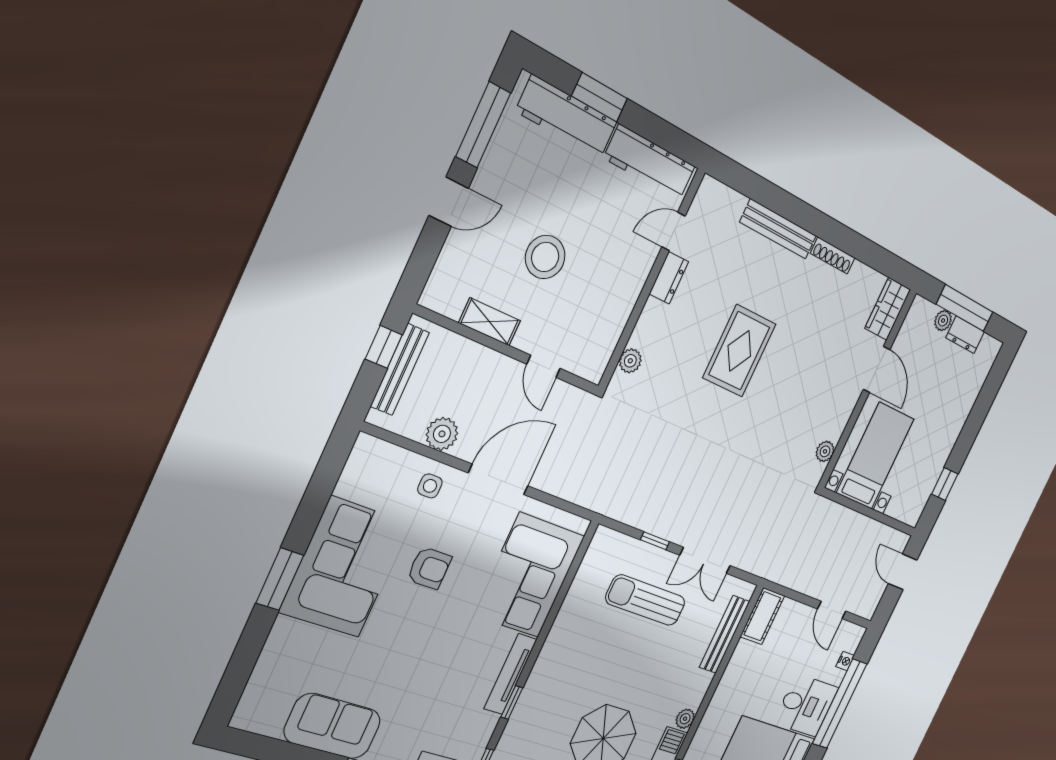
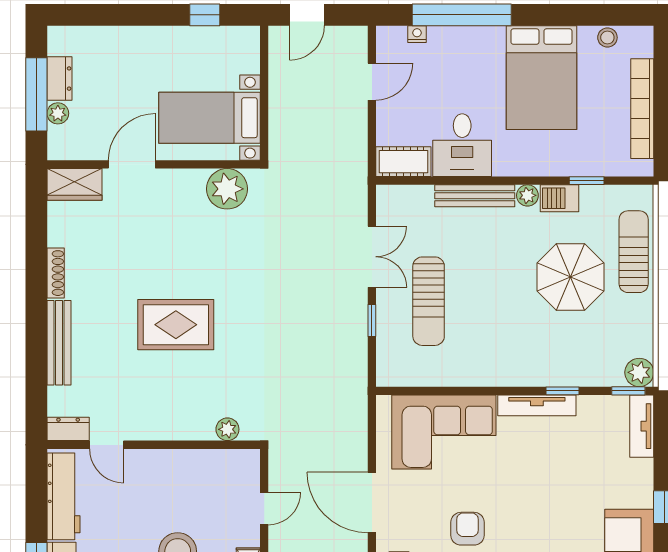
dresser: (669, 278) -> (68, 429), moved
plant: (825, 451) -> (227, 189), width x1.87, depth x1.87
bench: (724, 634) -> (475, 196), moved
desk: (806, 705) -> (462, 145), moved, turned 180

